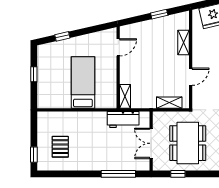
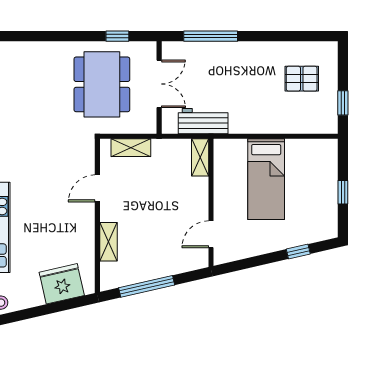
window: (159, 14) -> (147, 286), width x2.17
pallet: (60, 147) -> (302, 79), turned 90
window: (34, 155) -> (343, 103), moved

